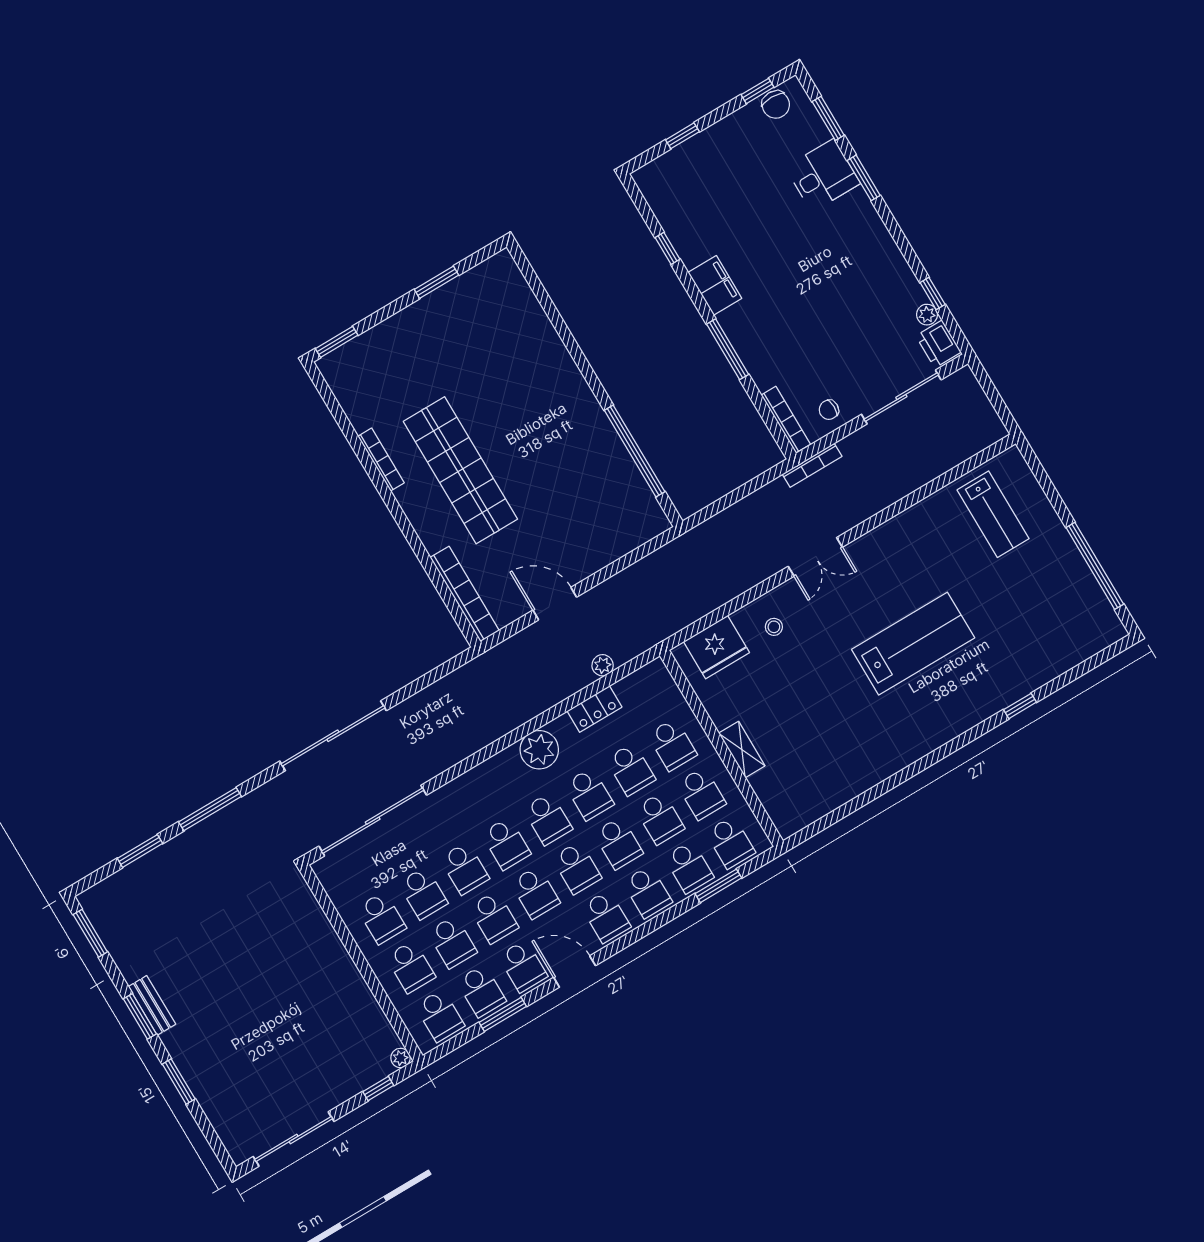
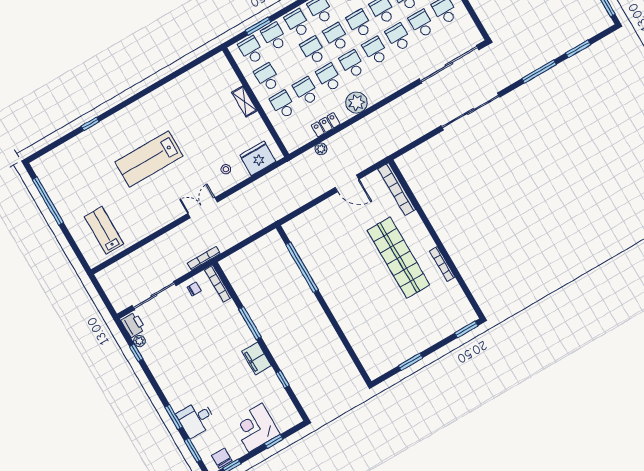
corner desk: (716, 160) -> (255, 428), added
school desk: (660, 818) -> (290, 64), removed

